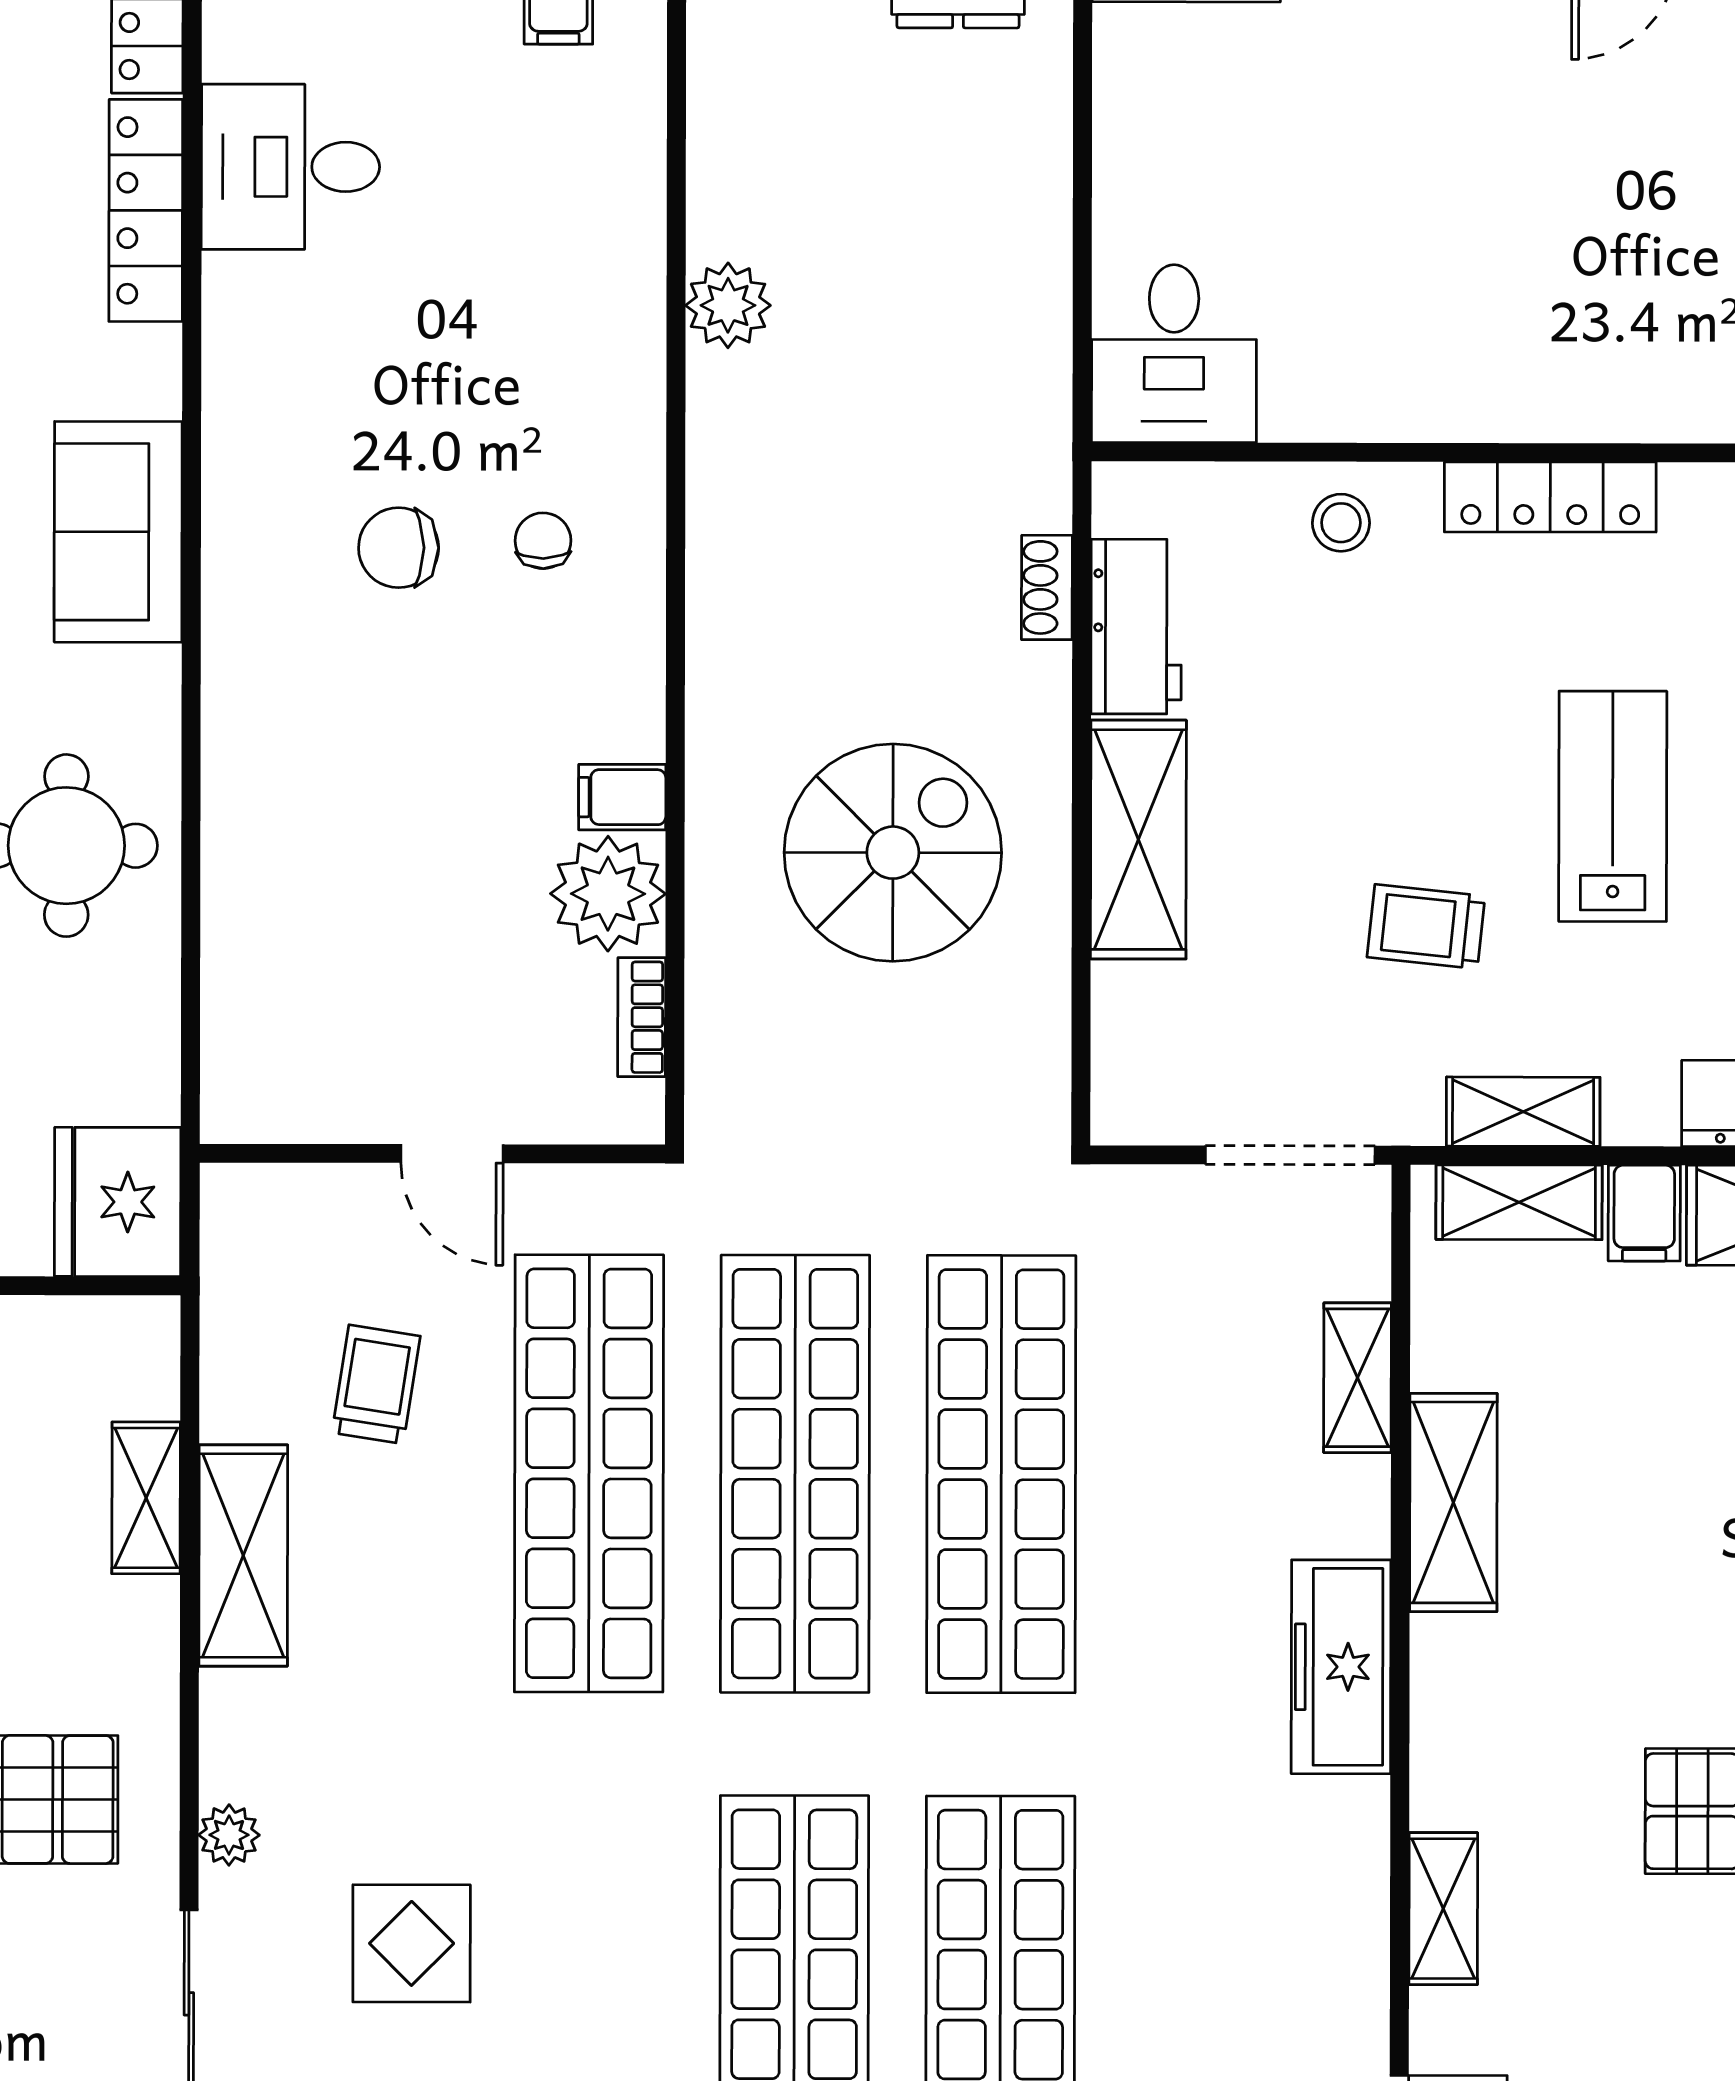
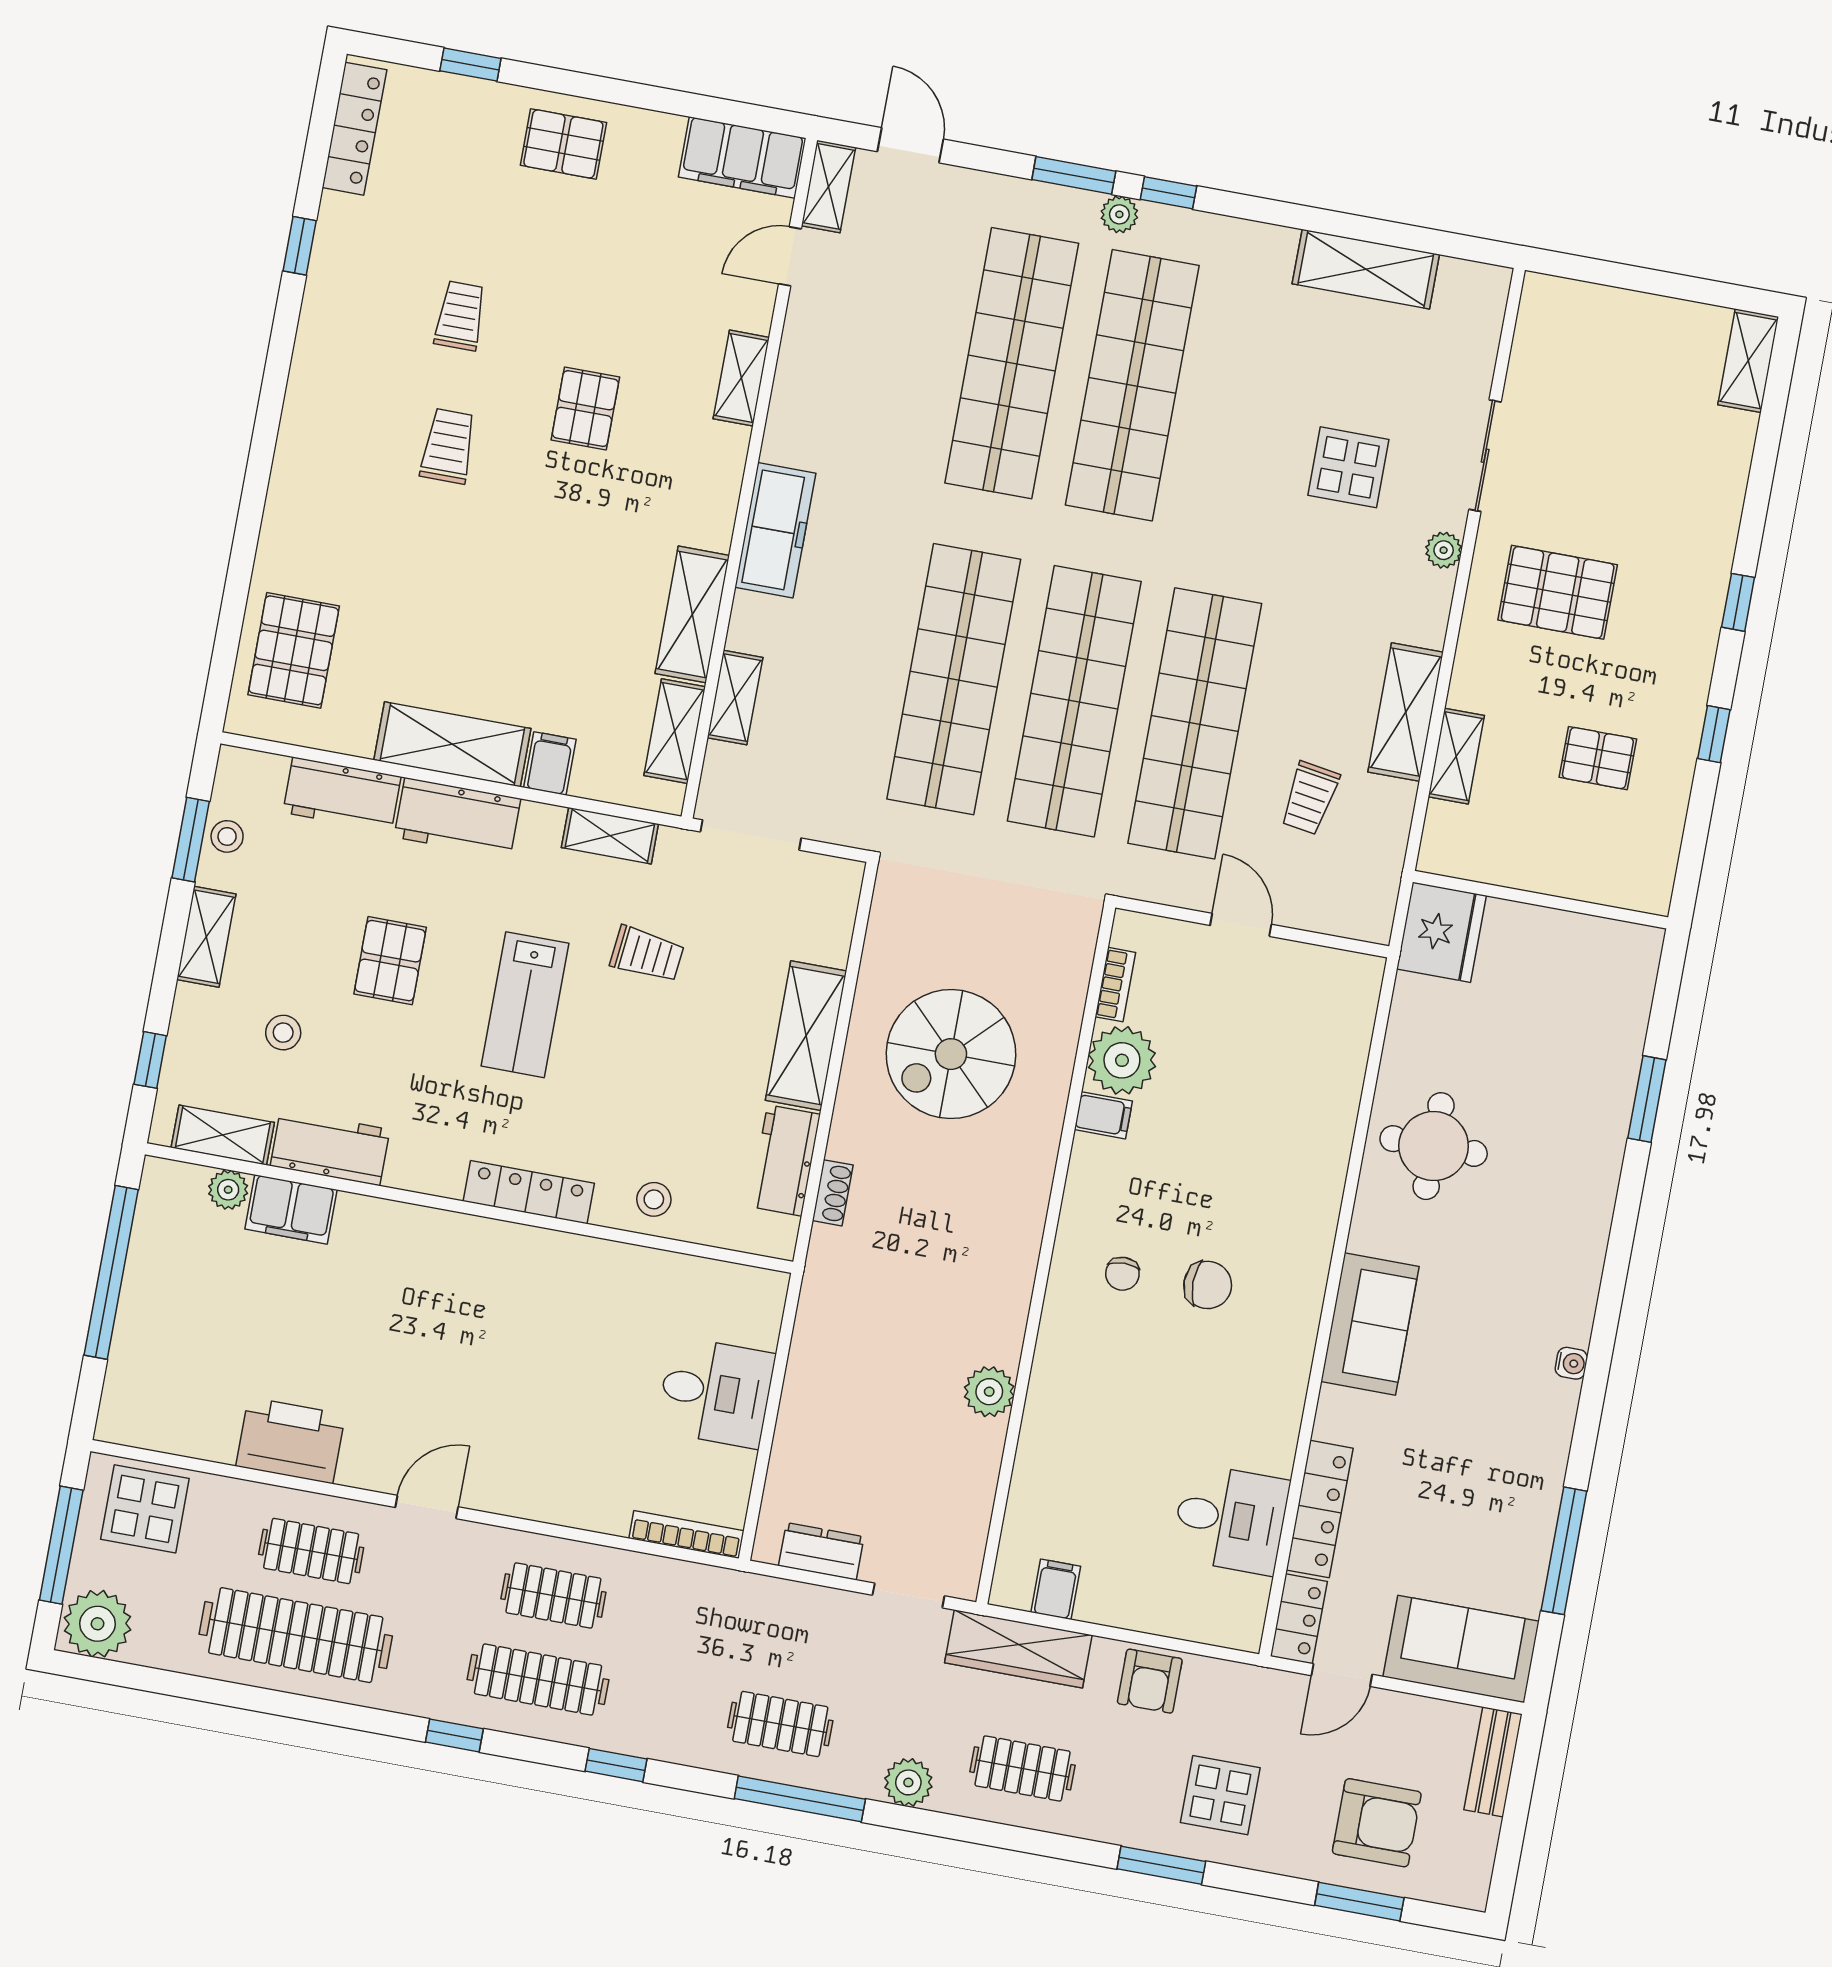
desk: (1174, 354) -> (716, 1392), moved, turned 90
shelving: (1519, 1202) -> (675, 731), moved, turned 90

